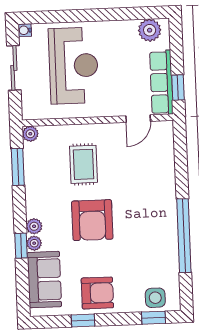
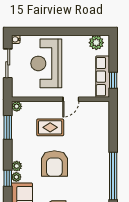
reception desk: (74, 66) -> (46, 63), turned 180
door: (138, 119) -> (71, 99), moved
rug: (83, 164) -> (50, 127), turned 90

